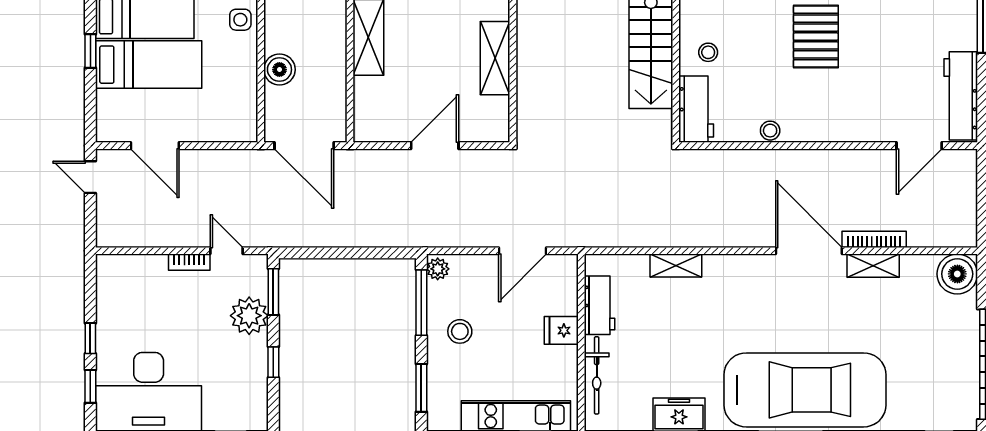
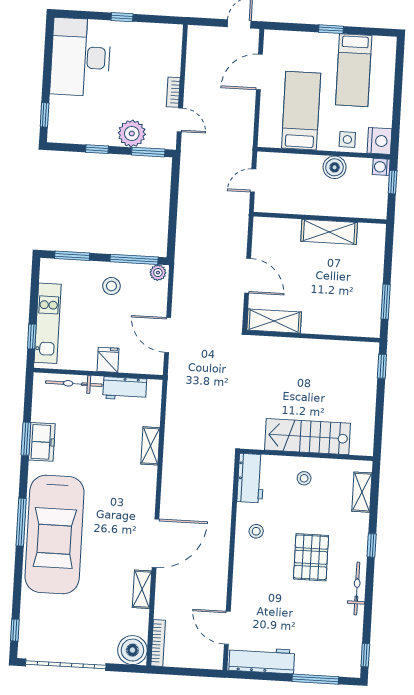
pallet: (816, 37) -> (311, 557), turned 90
shelving: (495, 58) -> (274, 321), moved
bed: (149, 65) -> (301, 111), moved, turned 180
boiler: (279, 70) -> (335, 167), moved
workbench: (696, 109) -> (251, 478), moved, turned -90
stool: (770, 131) -> (256, 531), moved
door: (304, 146) -> (253, 181), width x0.53
bookcase: (874, 239) -> (158, 643), moved
door: (227, 251) -> (180, 120), hinge flipped
window: (90, 386) -> (87, 15), removed

